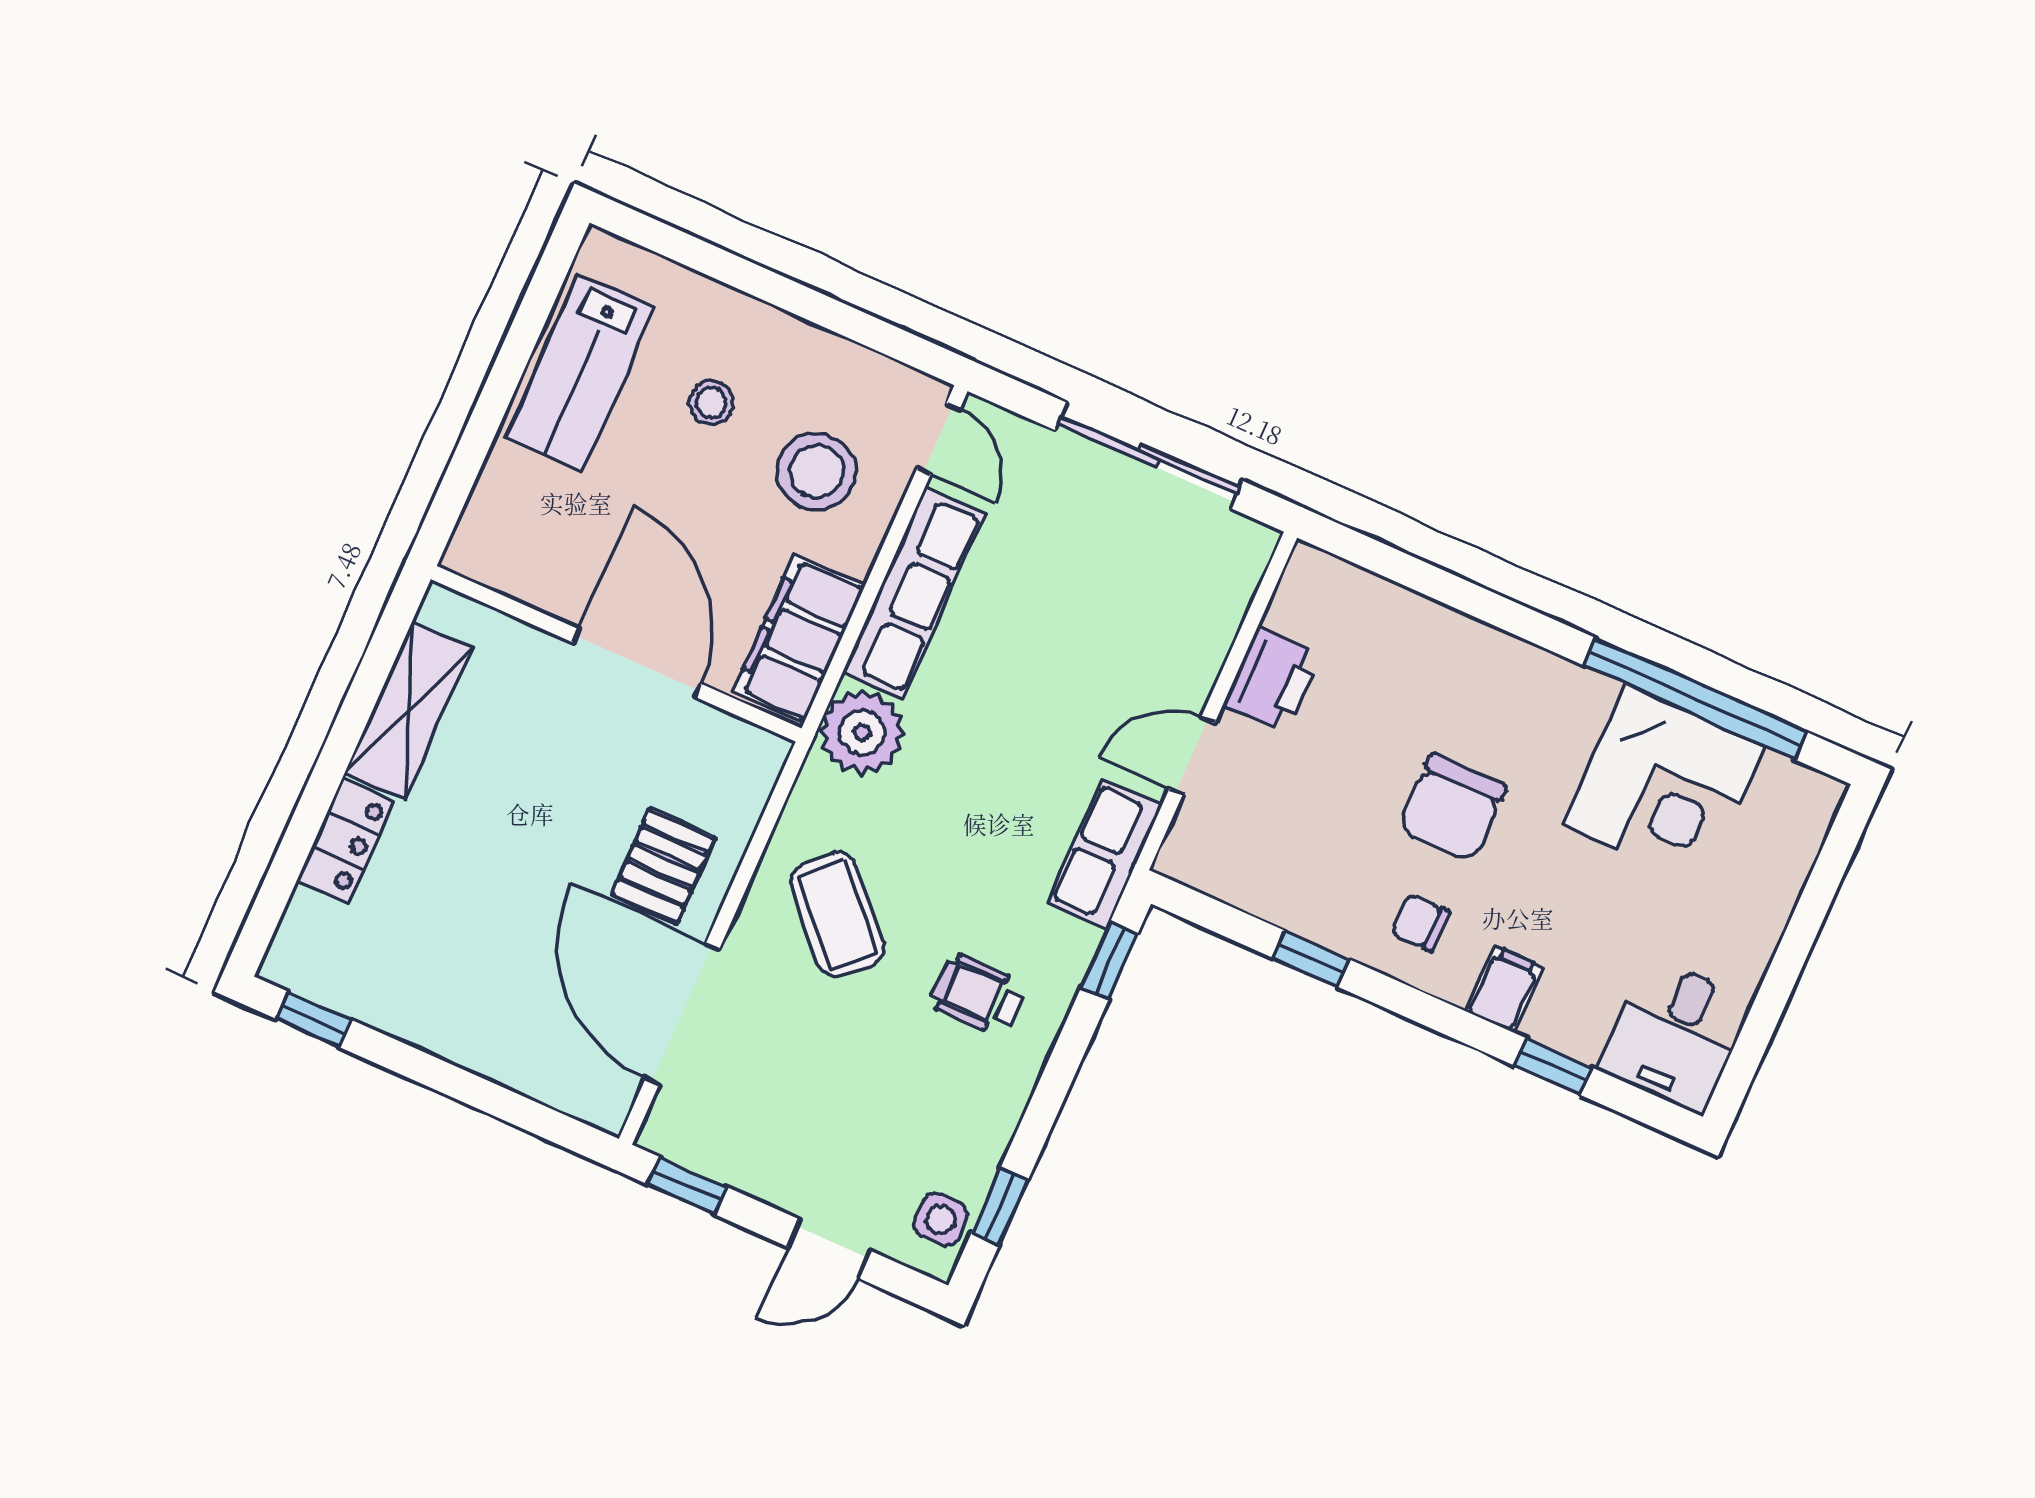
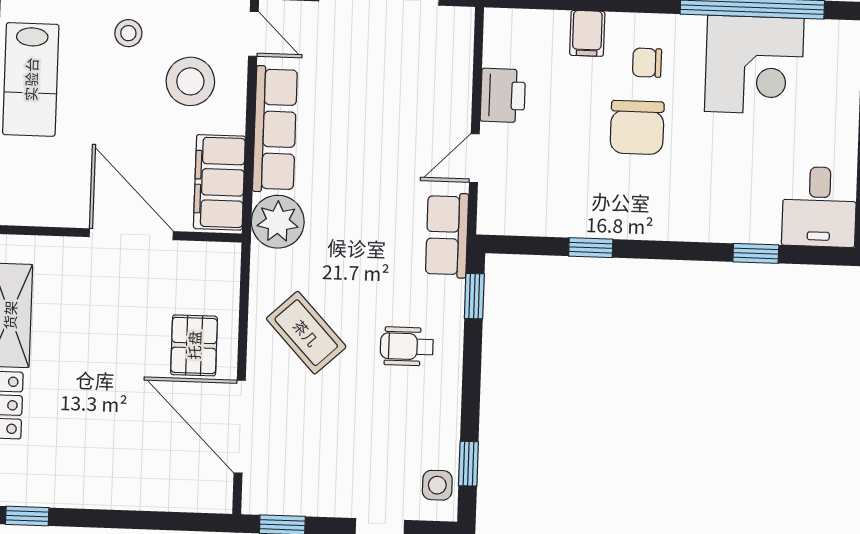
stool: (711, 403) -> (128, 33), moved
chair: (1420, 922) -> (647, 63), moved
filing cabinet: (1504, 989) -> (587, 33), moved, turned 180

